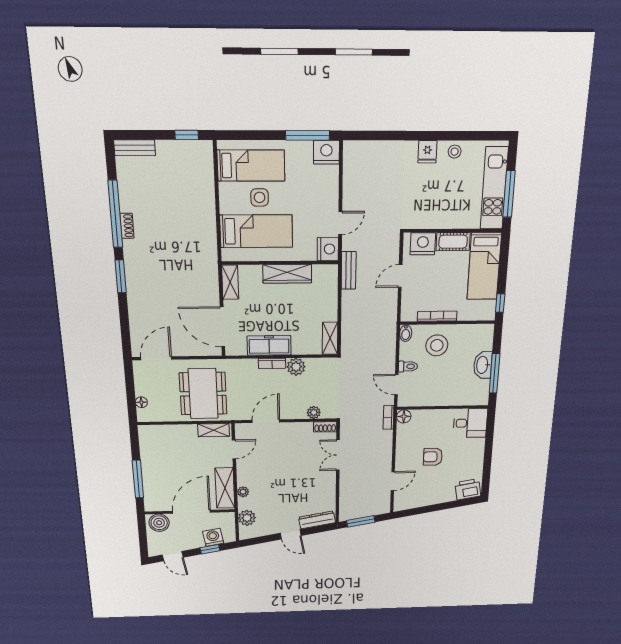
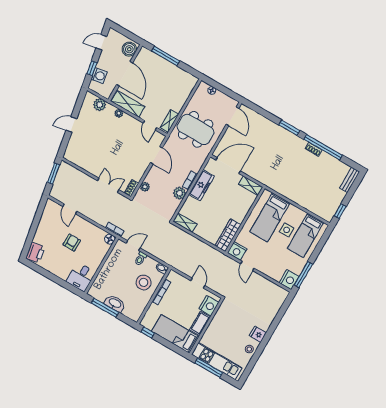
bench: (349, 270) -> (218, 256), removed
wardrobe: (287, 274) -> (228, 235), moved
dresser: (317, 520) -> (72, 147), removed

